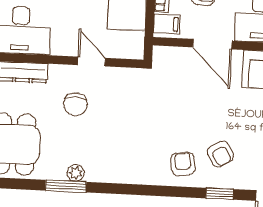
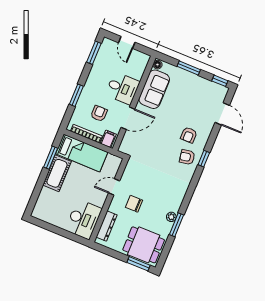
chair: (75, 104) -> (134, 204), turned 180
armchair: (220, 154) -> (189, 135), turned 121
window: (220, 194) -> (204, 159), moved

